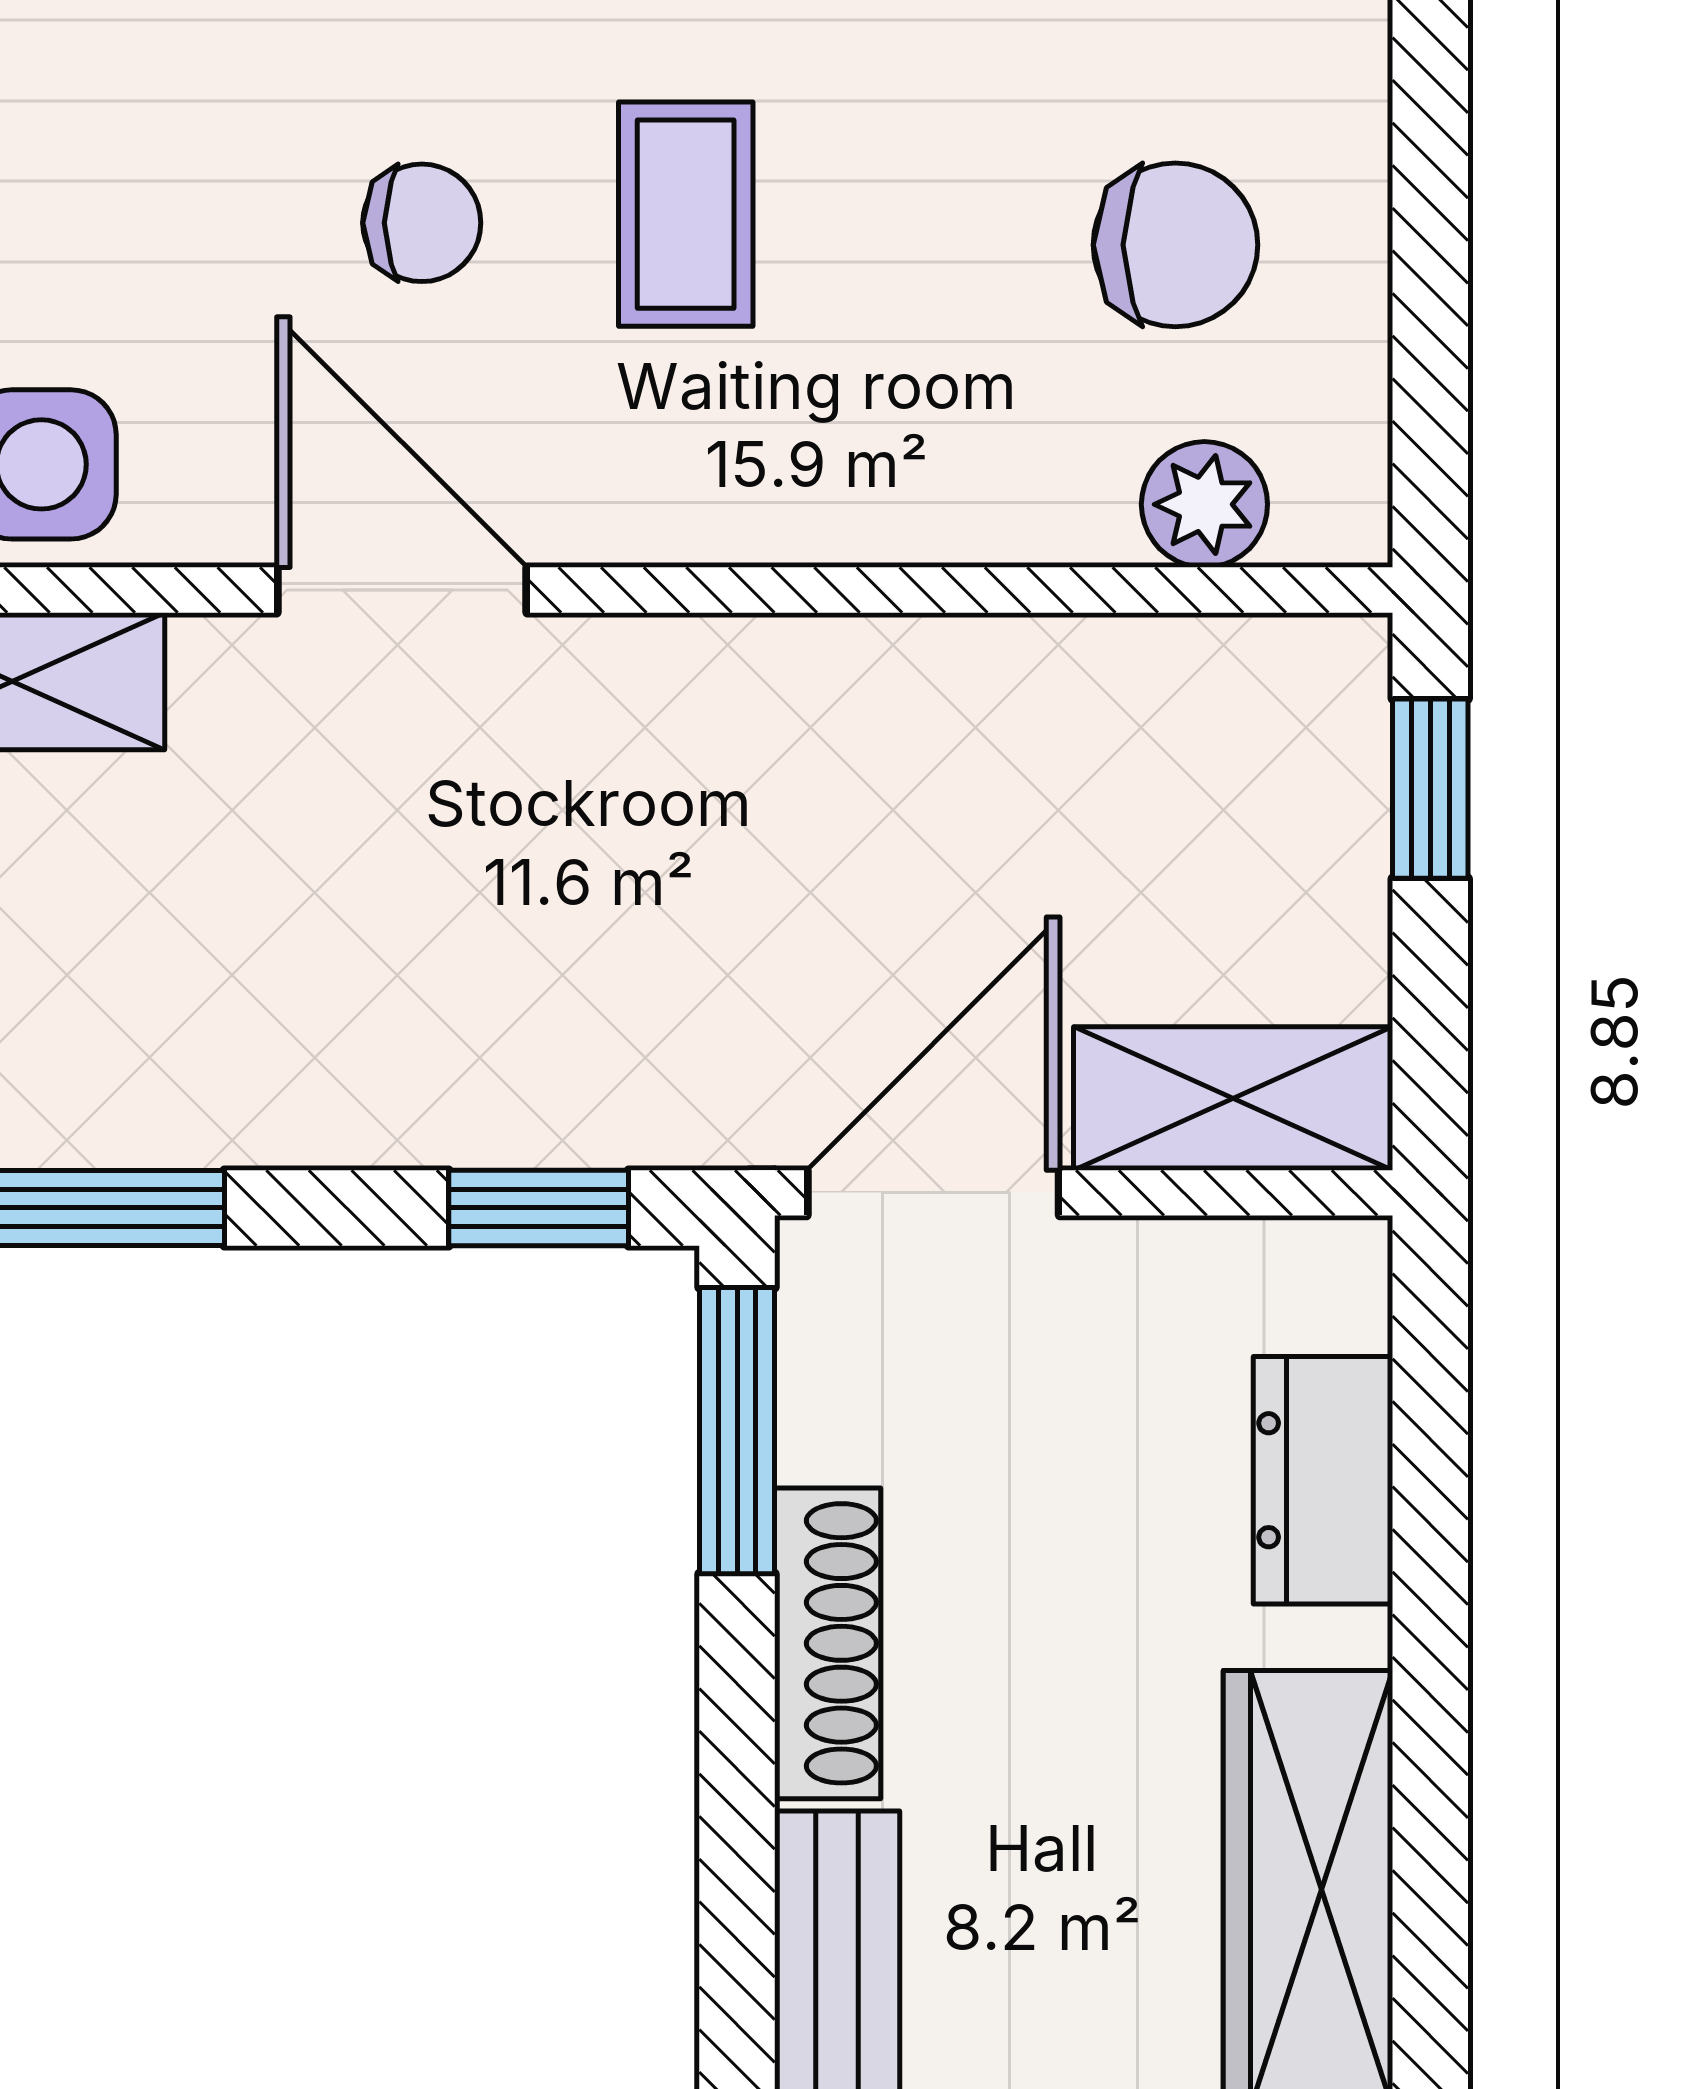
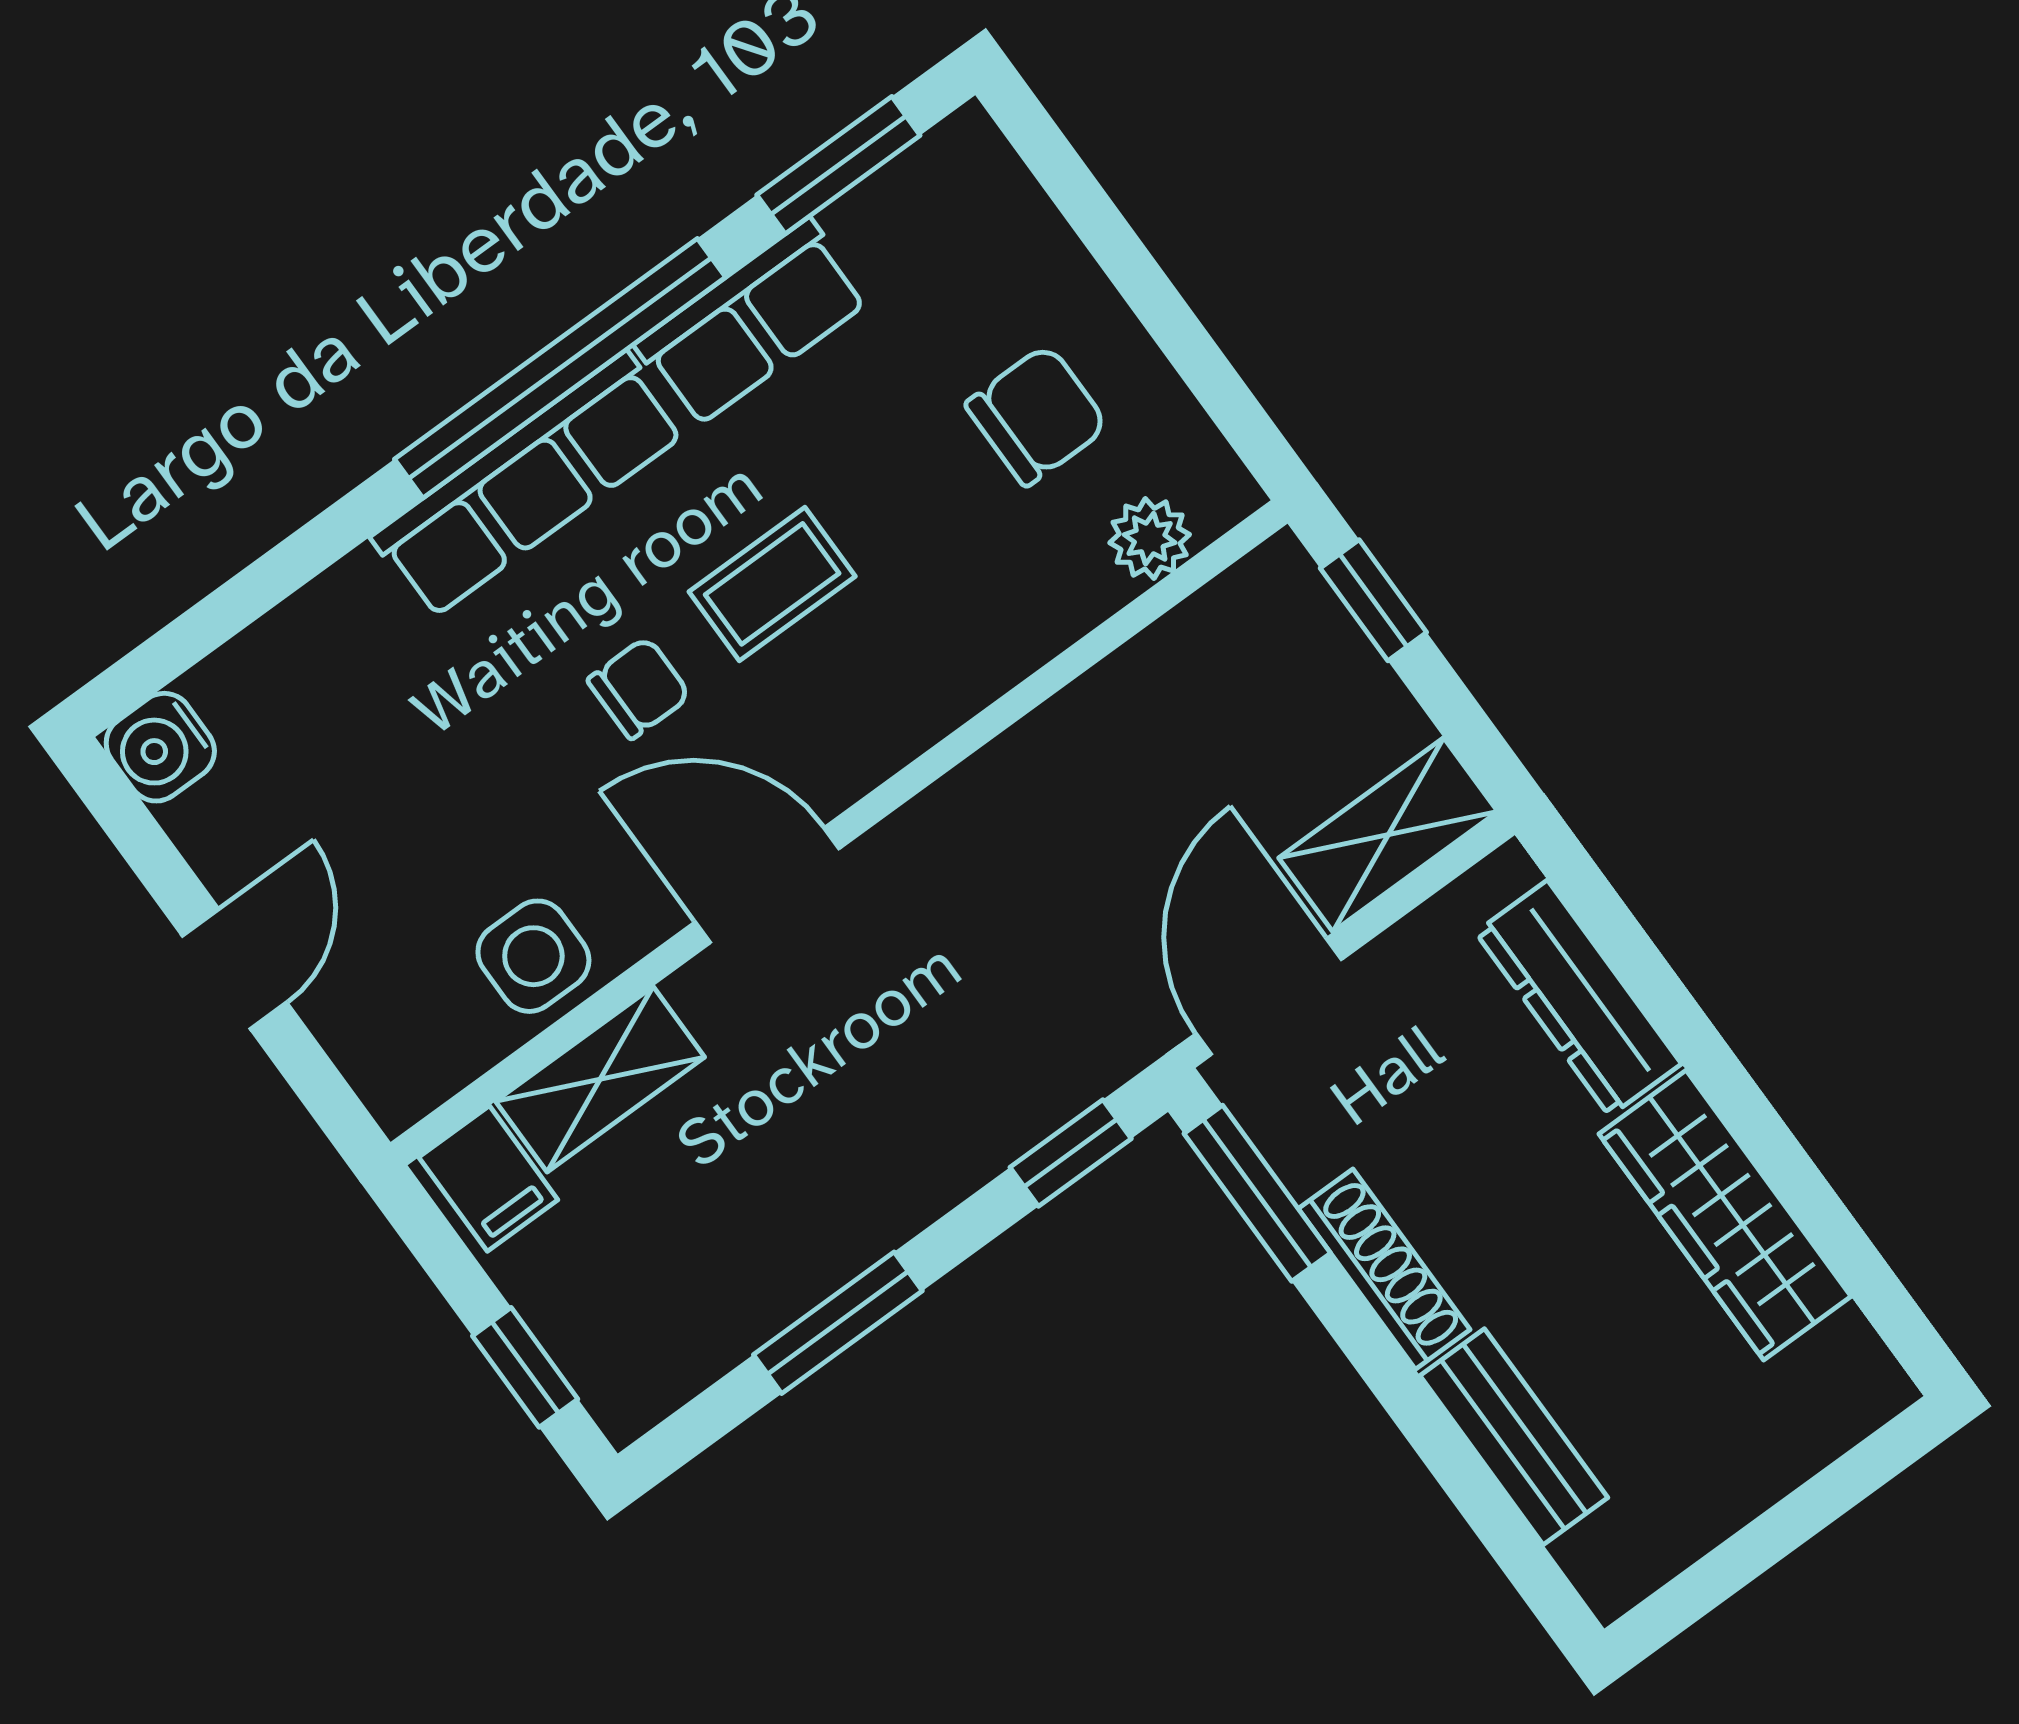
coffee table: (686, 214) -> (772, 584), turned 90
dresser: (1323, 1480) -> (1579, 998), width x1.44

